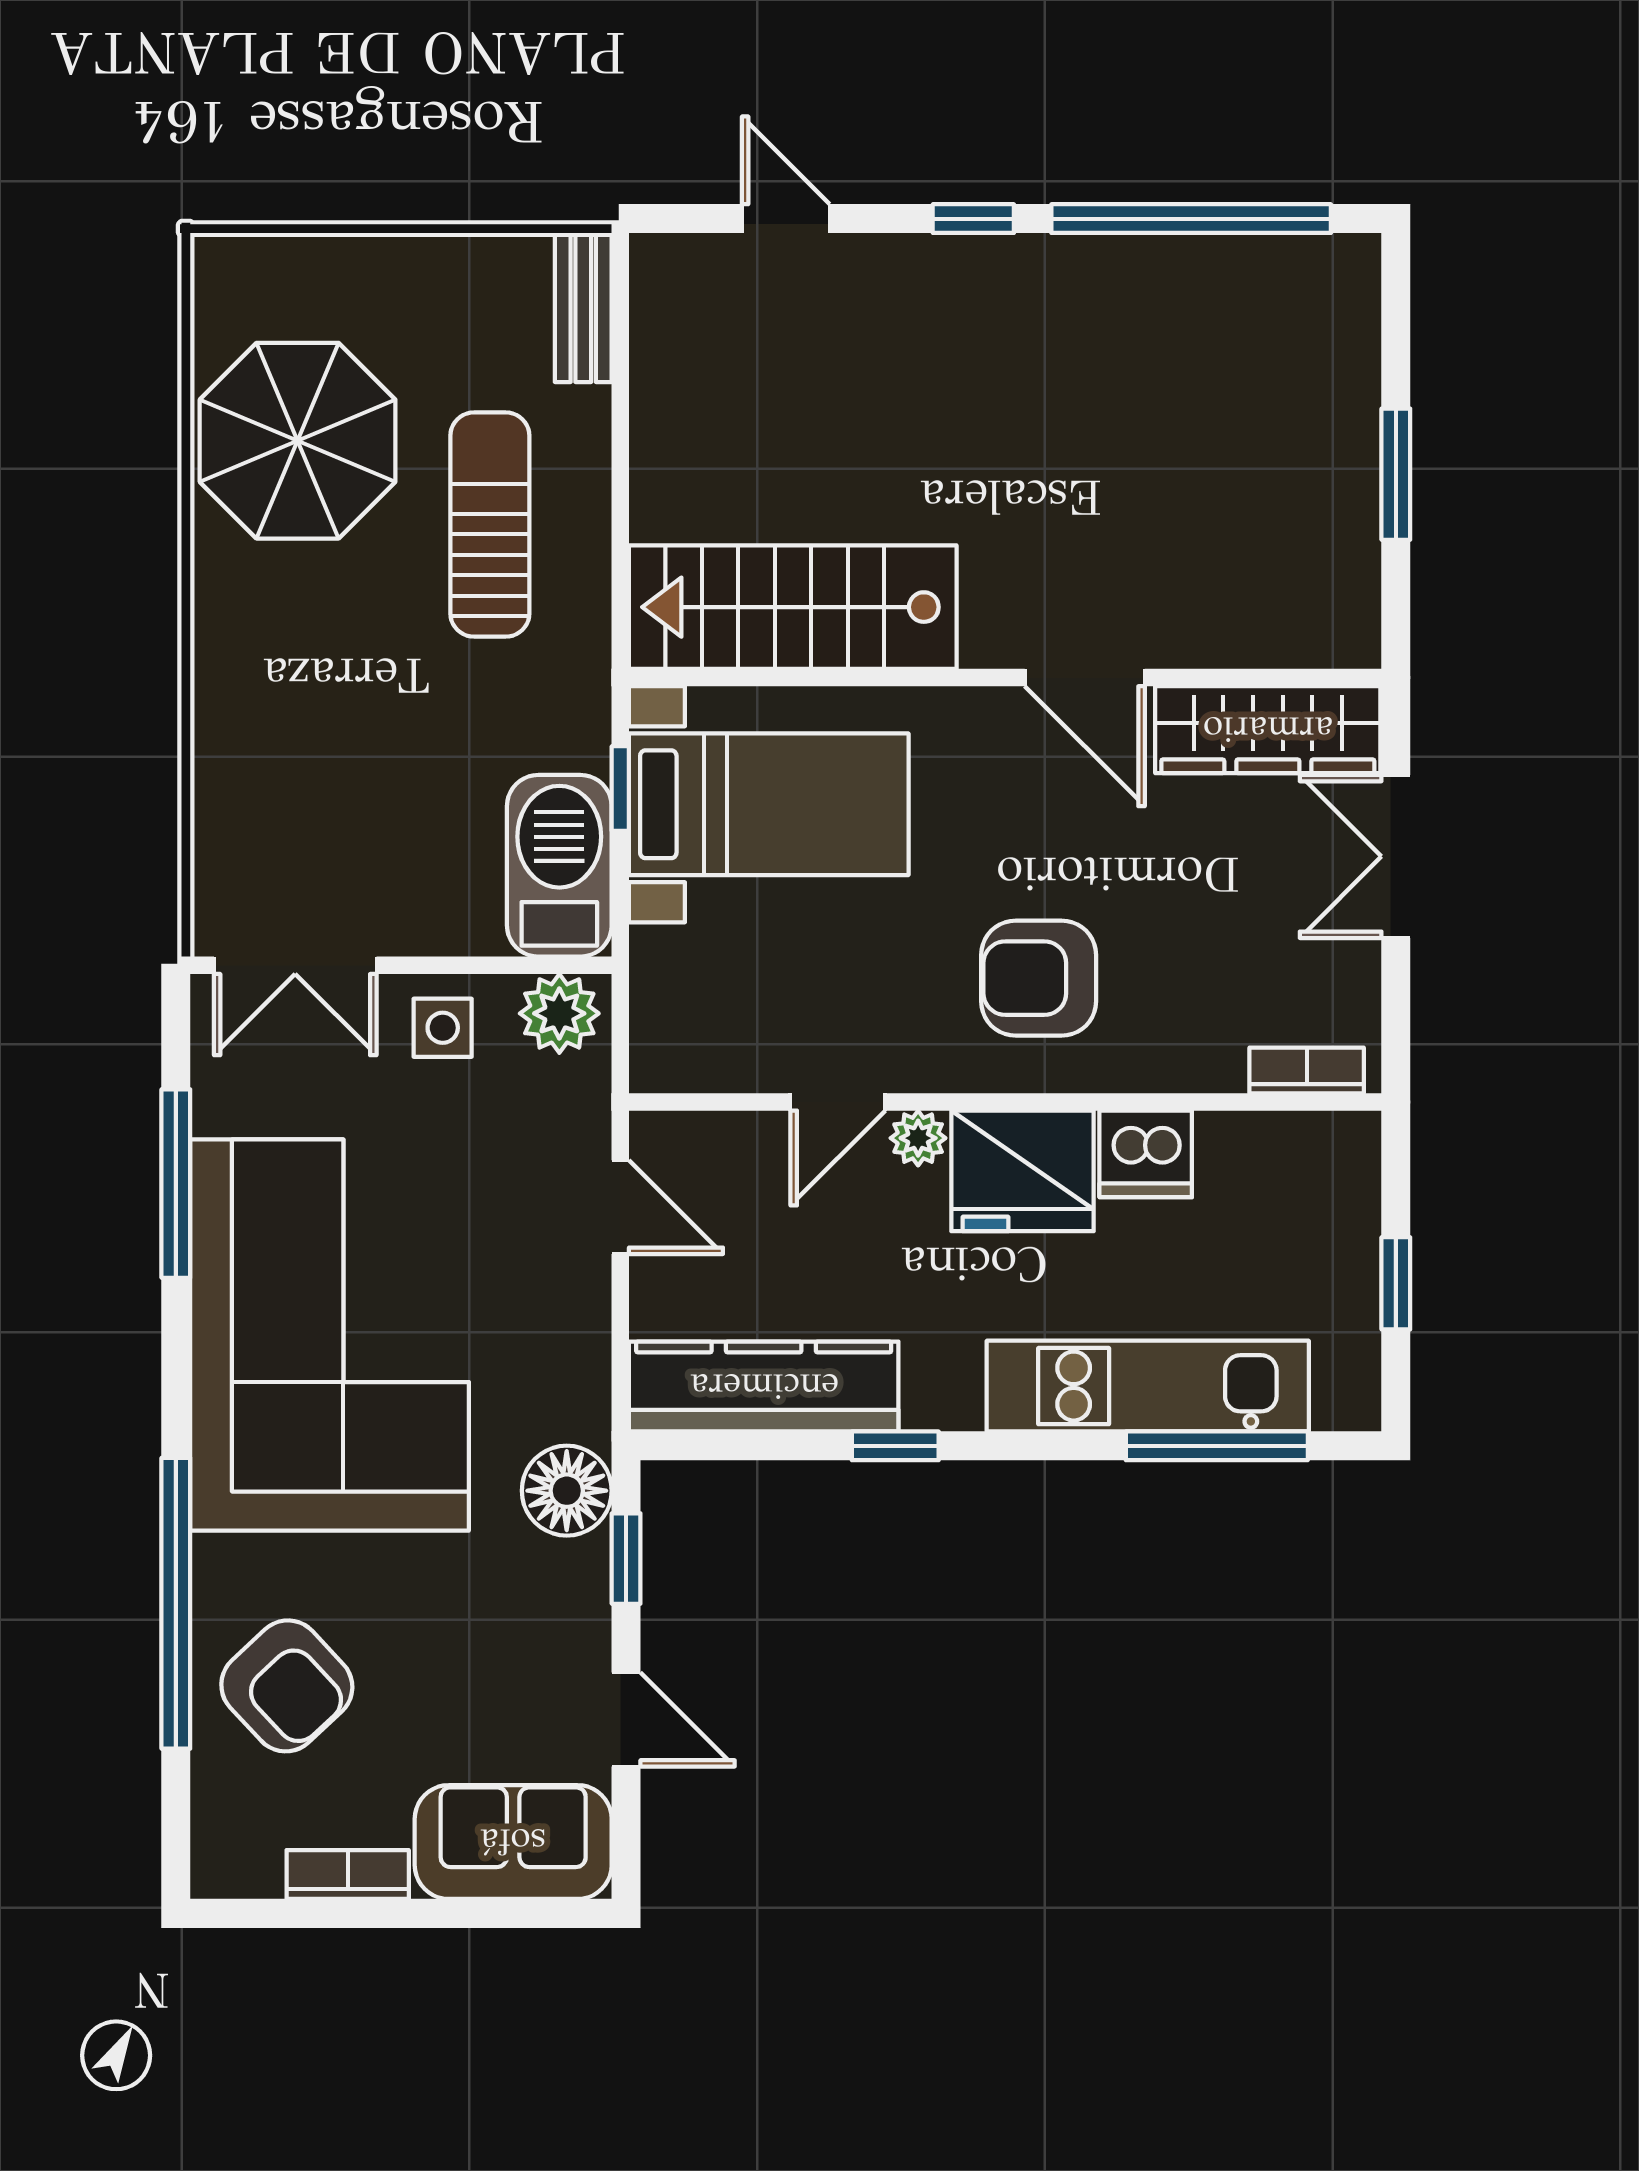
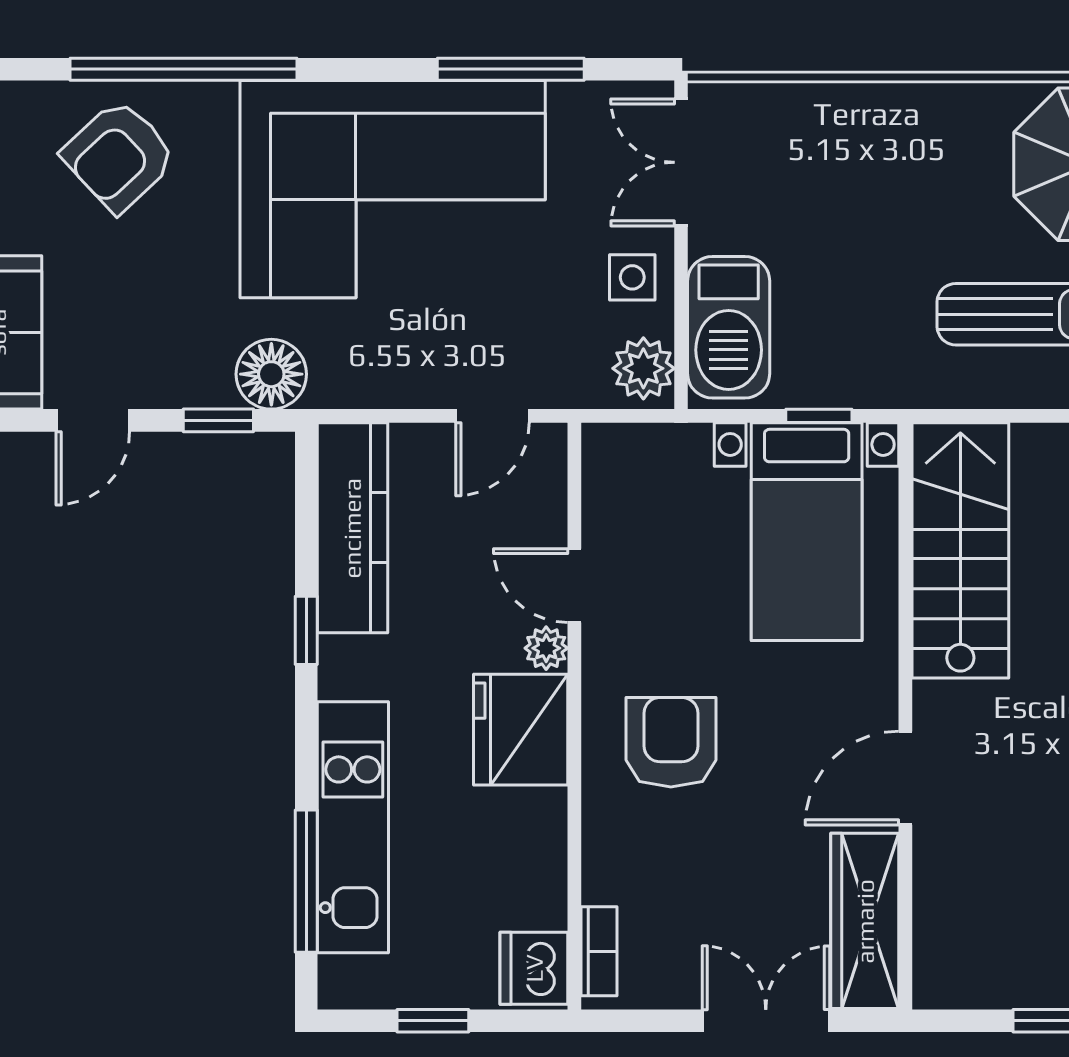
barbecue: (559, 866) -> (729, 327), moved, turned 90
dishwasher: (1146, 1154) -> (534, 968), moved

